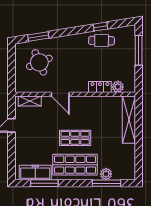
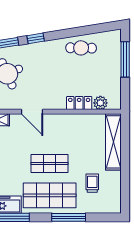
window: (101, 27) -> (36, 38), moved
trolley: (111, 154) -> (92, 183), added
plant: (106, 174) -> (86, 206), removed
window: (106, 183) -> (69, 217), moved

